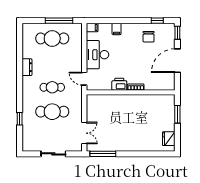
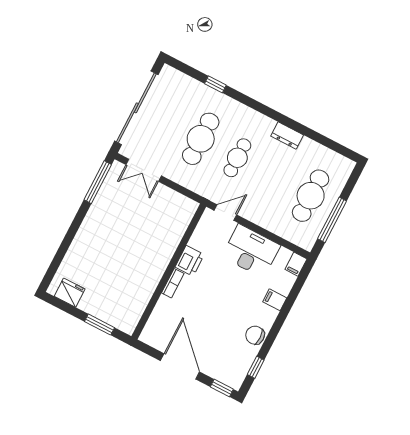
chair: (149, 37) -> (255, 335), moved
sliding door: (53, 154) -> (136, 108), width x1.86

